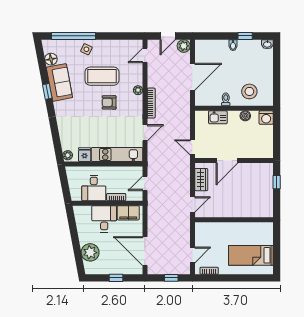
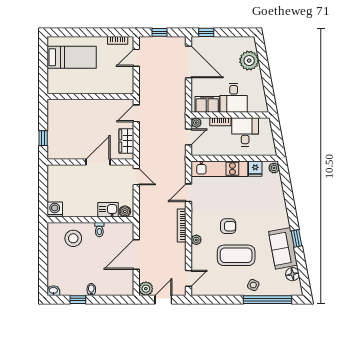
boiler: (245, 116) -> (125, 211), moved
plant: (138, 196) -> (196, 123), added
window: (116, 278) -> (206, 32), moved

